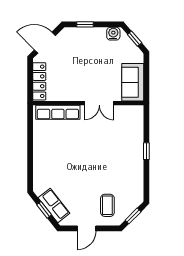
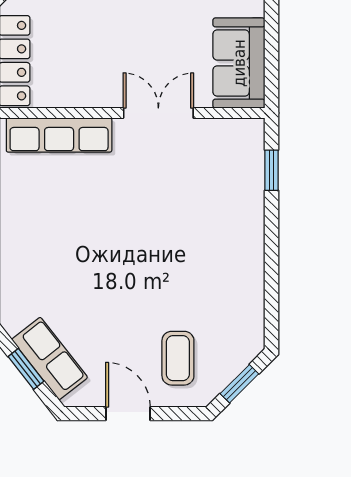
double door: (99, 103) -> (158, 113), swing flipped
window: (146, 151) -> (272, 170), moved
door: (87, 228) -> (128, 414), swing flipped

